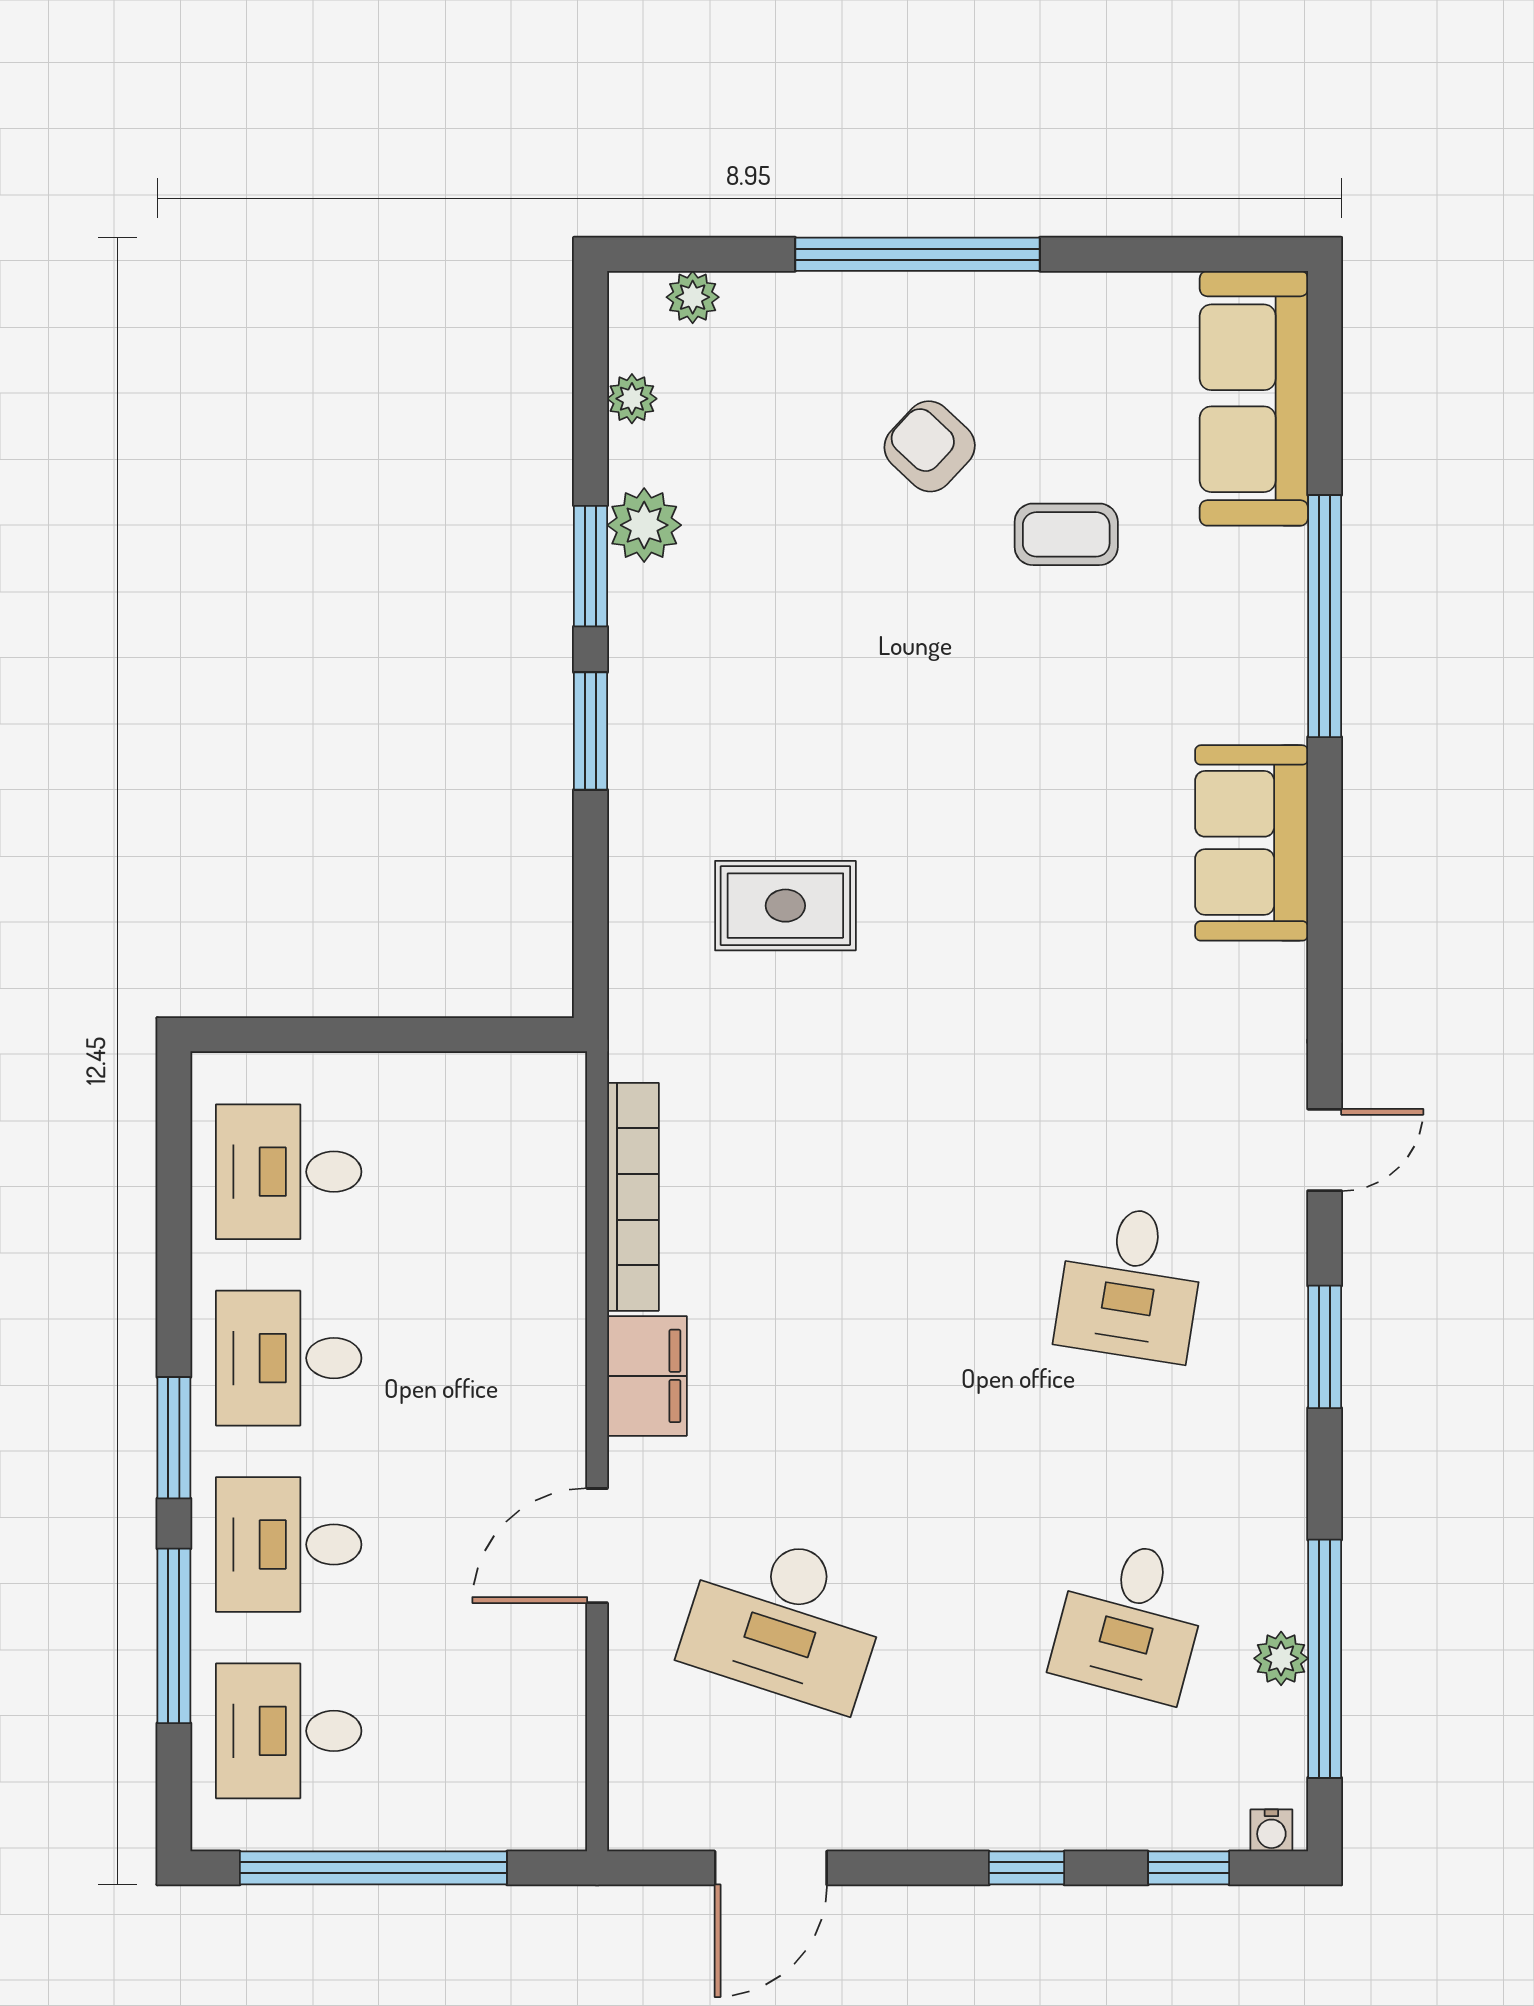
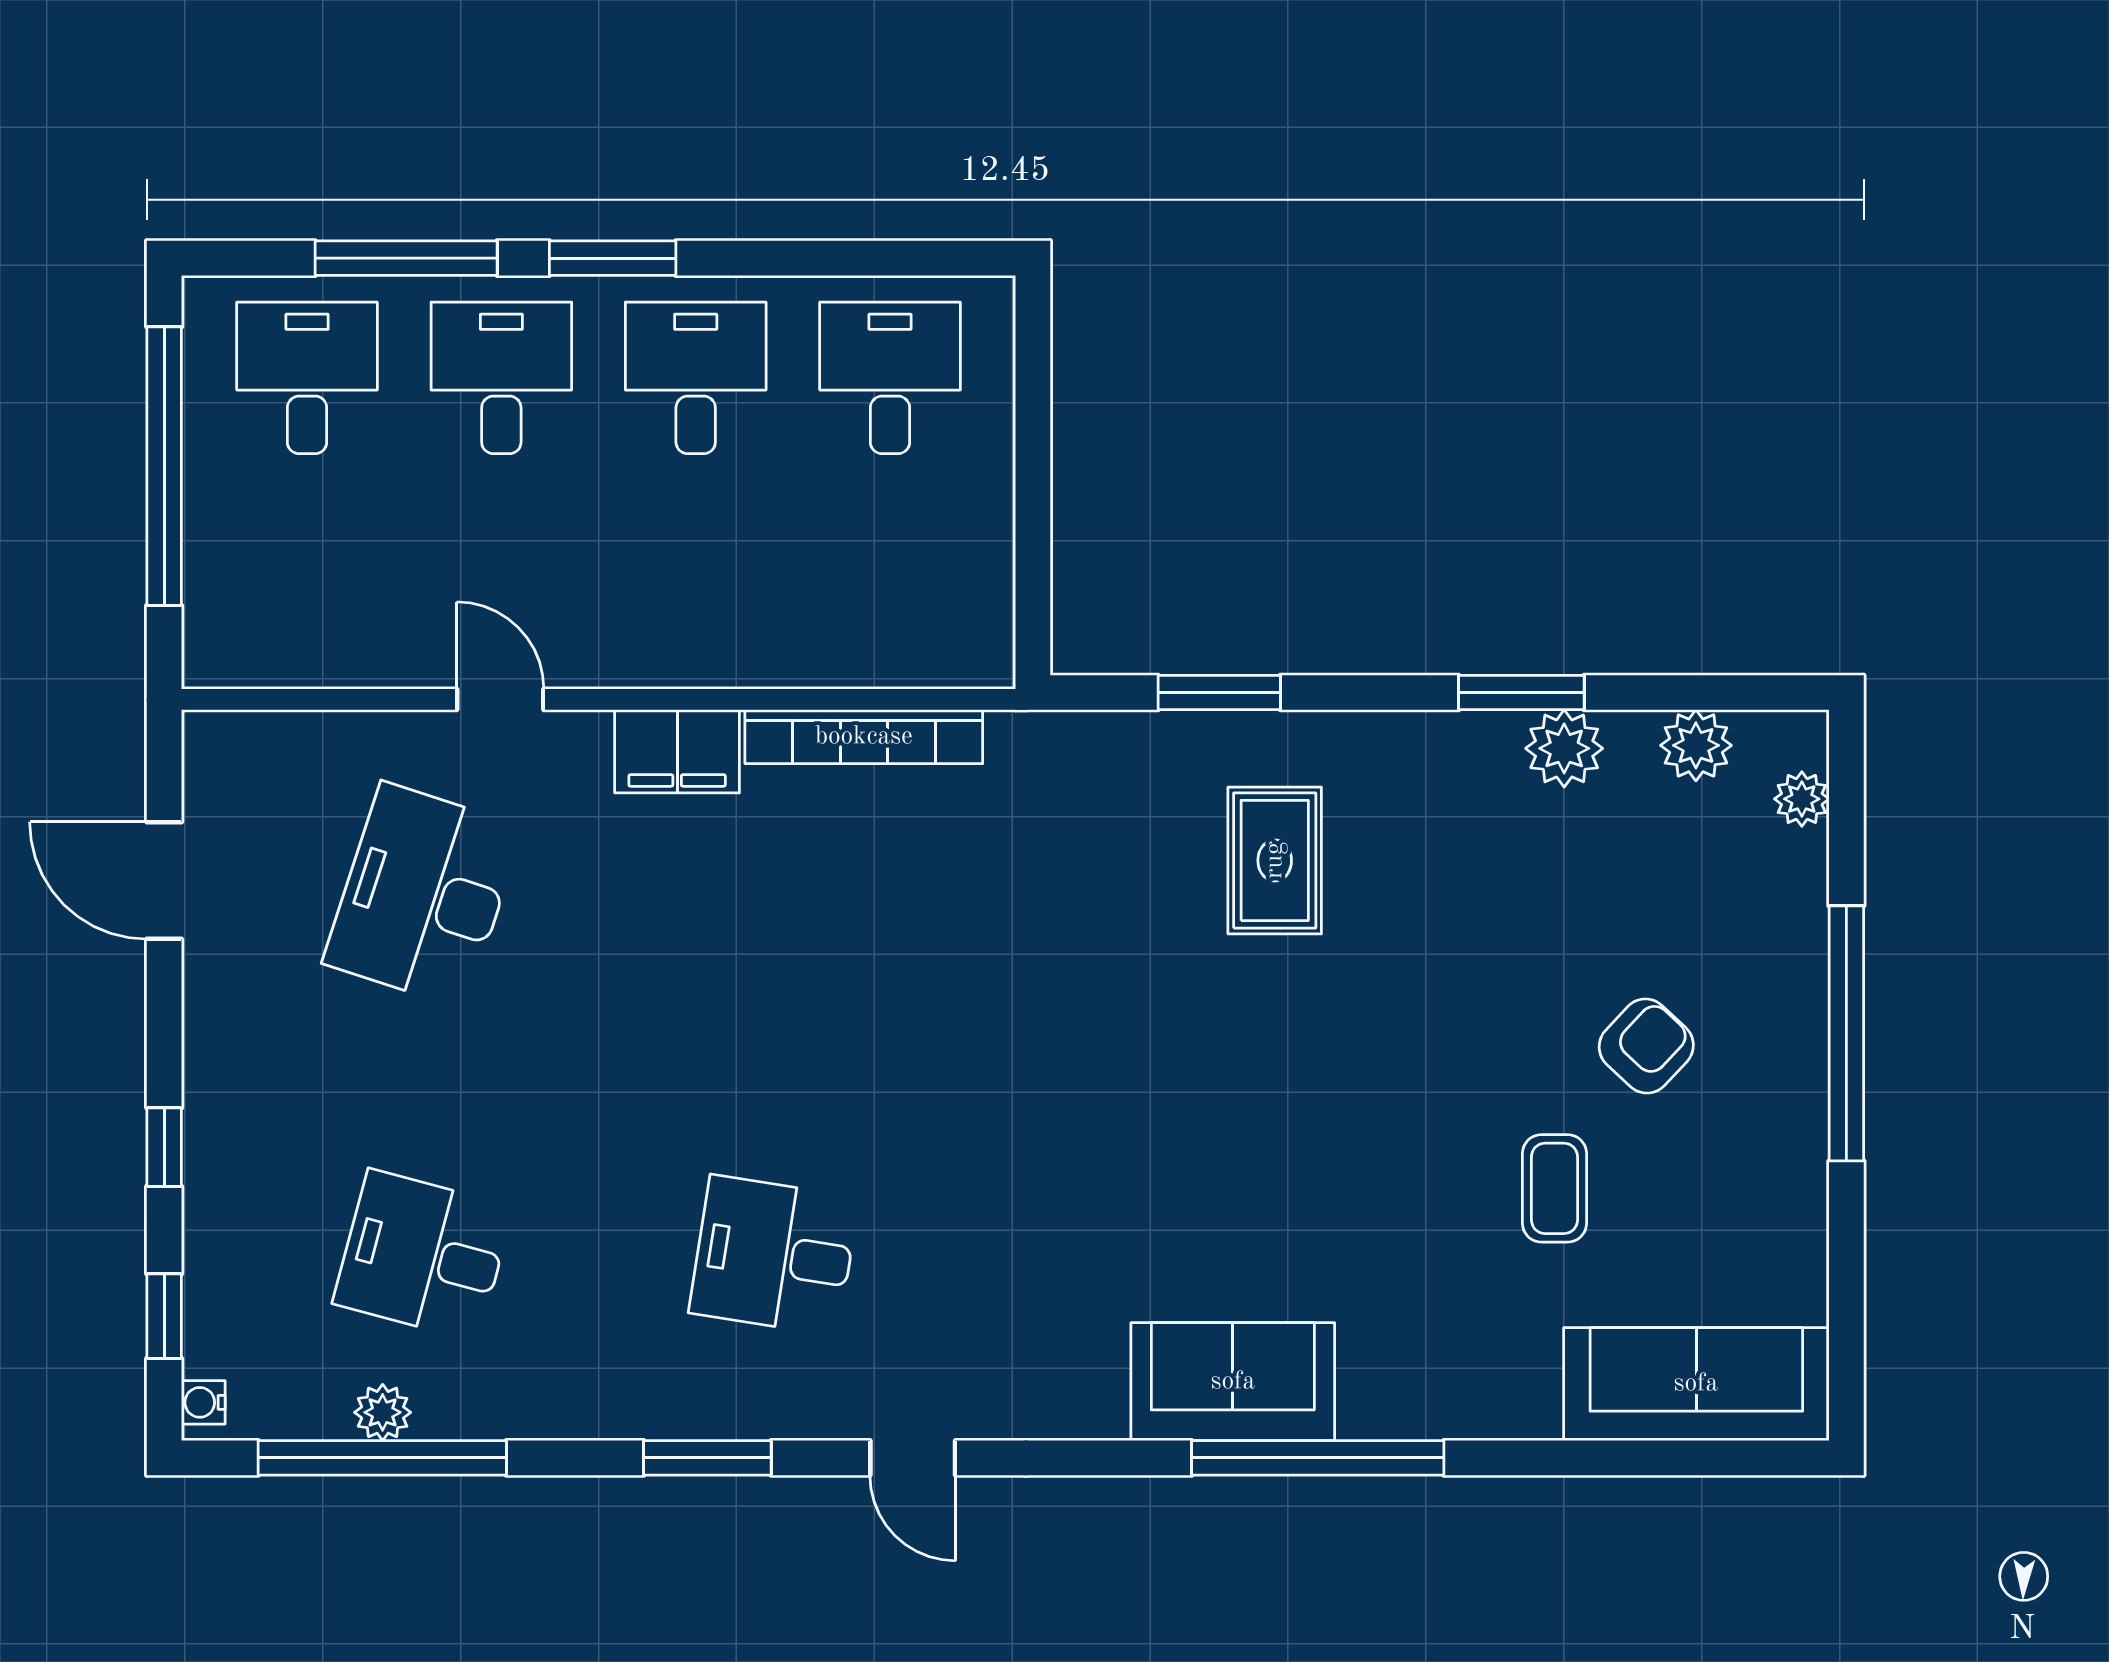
plant: (632, 399) -> (1696, 745), width x1.38, depth x1.38
window: (1325, 616) -> (1318, 1458), moved
window: (591, 731) -> (1219, 692), moved
rug: (785, 906) -> (1275, 860), moved
door: (597, 1546) -> (500, 699), width x0.73

